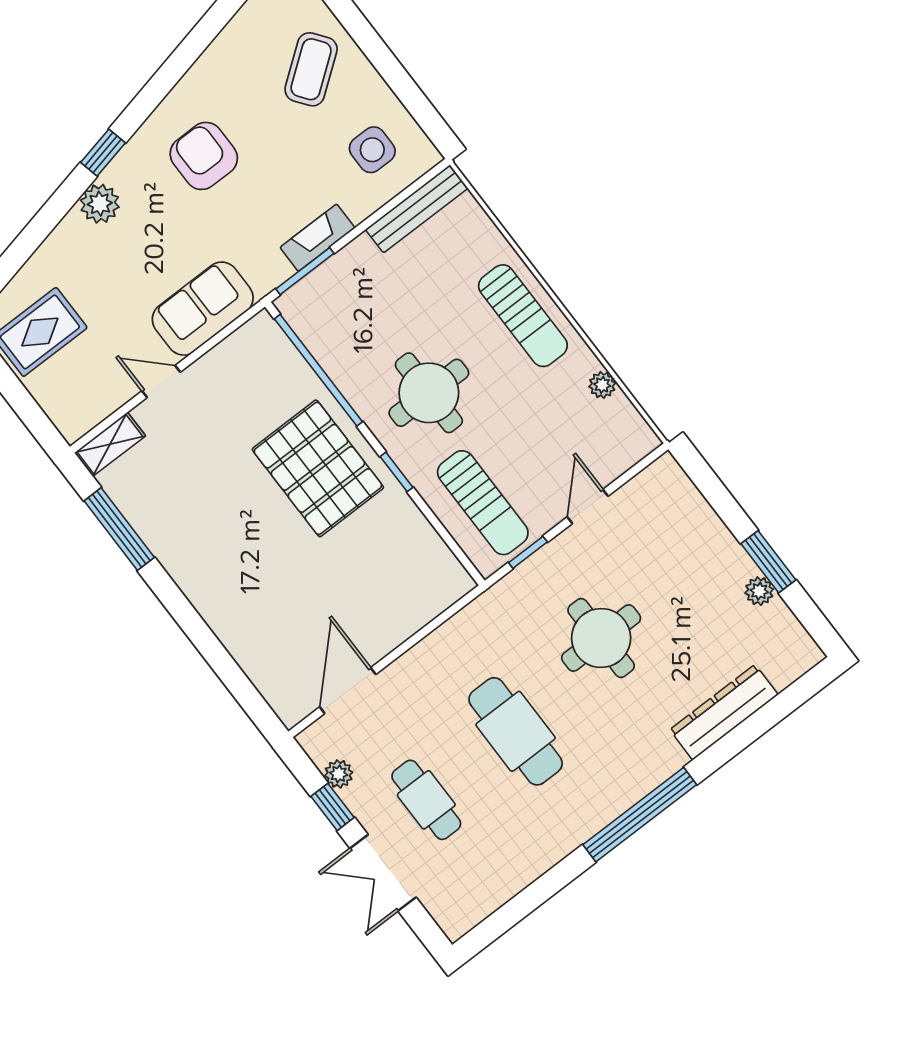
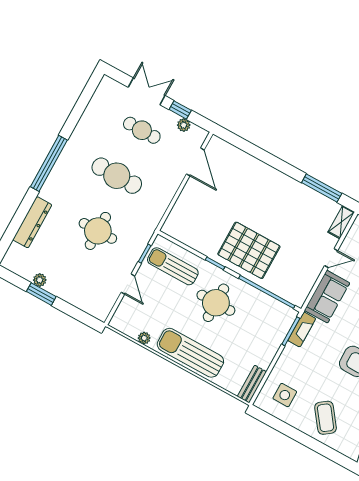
bench: (417, 209) -> (252, 384), width x0.73
fireplace: (318, 238) -> (302, 329), moved
sun lounger: (523, 316) -> (190, 353), width x1.36, depth x1.34

